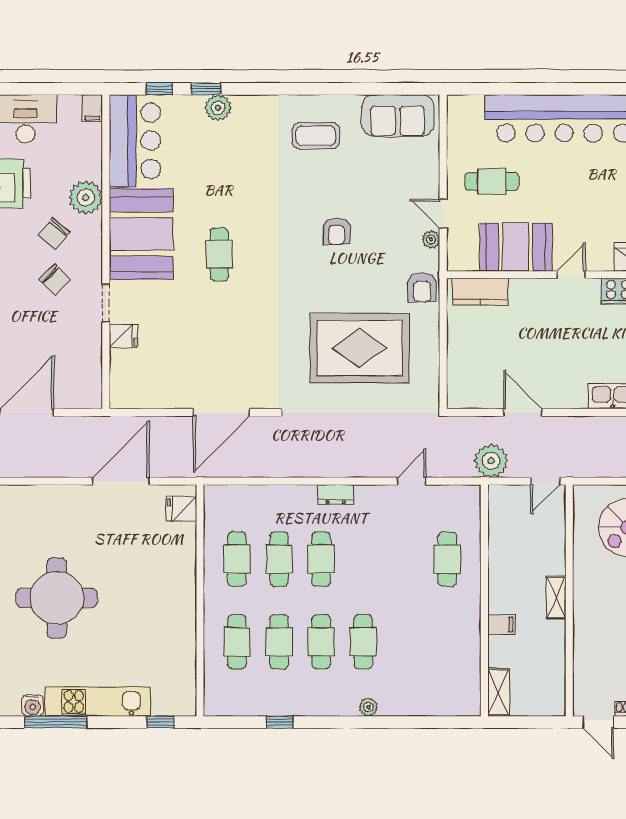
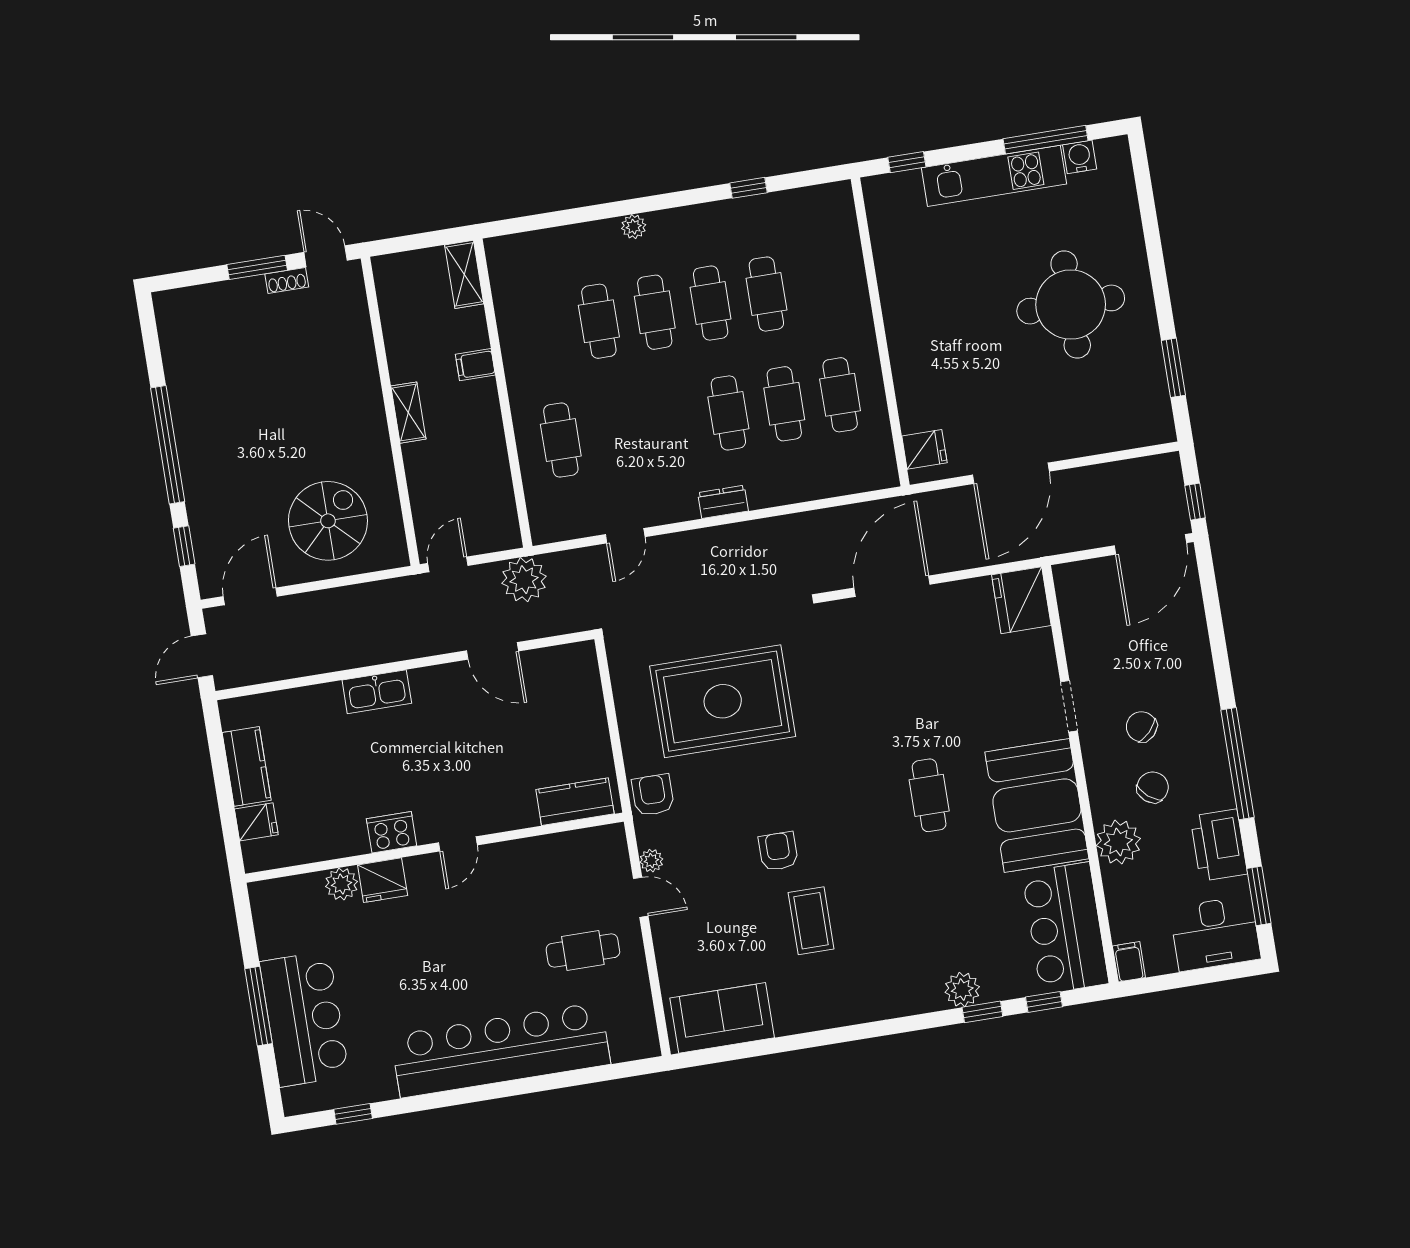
coffee table: (316, 136) -> (811, 921), moved, turned 90
booth: (516, 247) -> (537, 869), removed
fridge: (123, 336) -> (1021, 600), moved, width x1.88, depth x1.34
cafe table: (237, 642) -> (599, 321), moved

